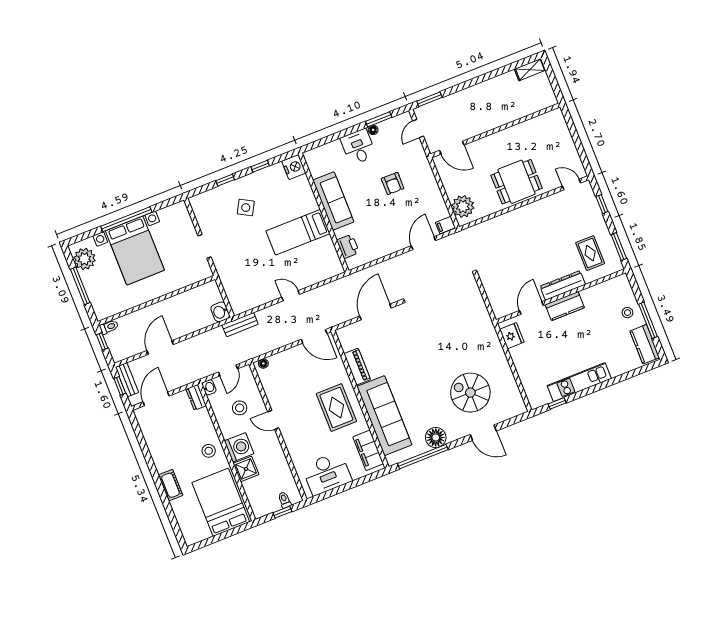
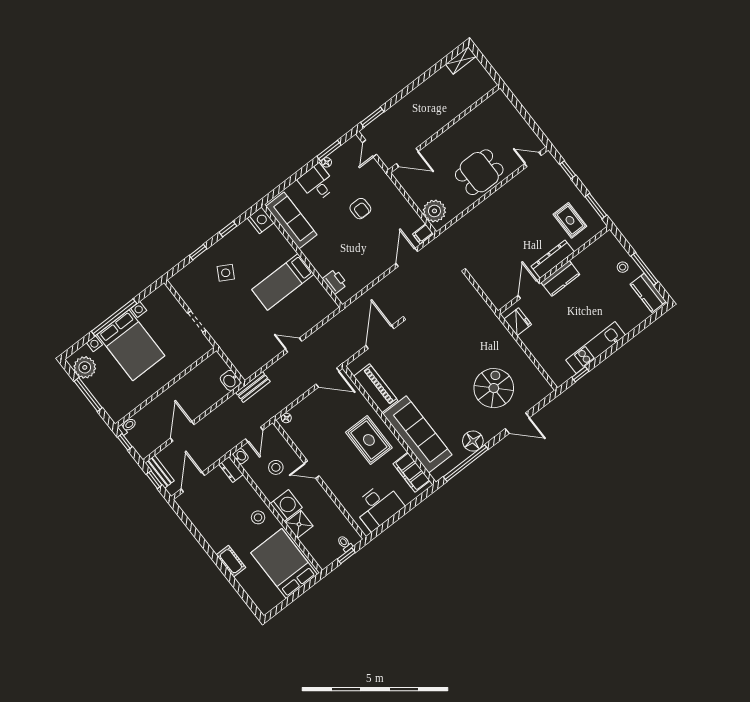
sofa: (333, 201) -> (291, 220), moved
piano: (357, 367) -> (376, 388), width x1.37, depth x1.33
spiral stairs: (470, 393) -> (494, 388), turned 90

